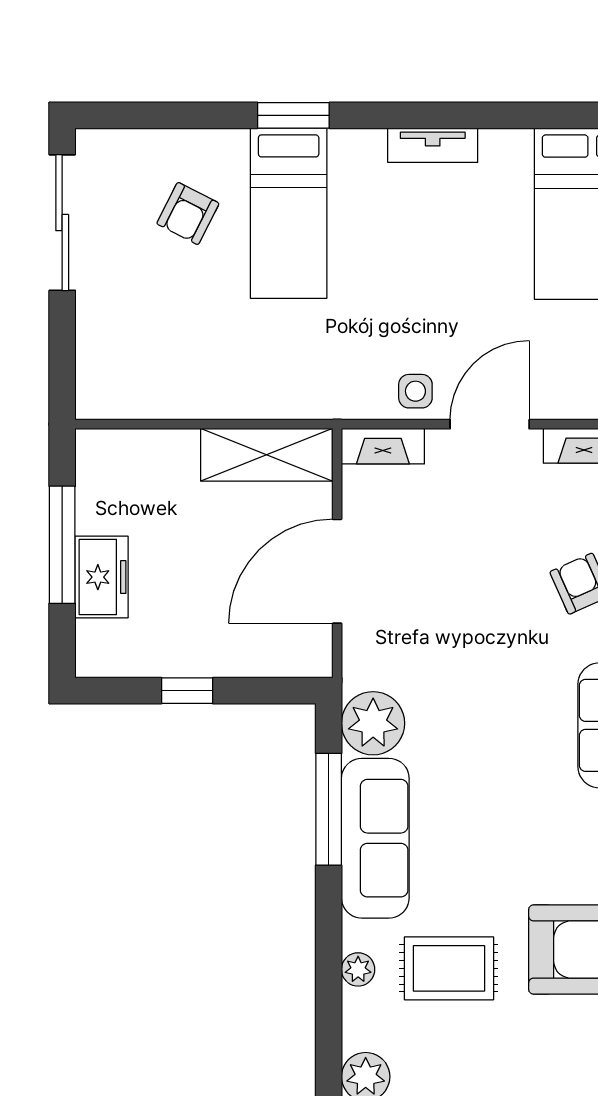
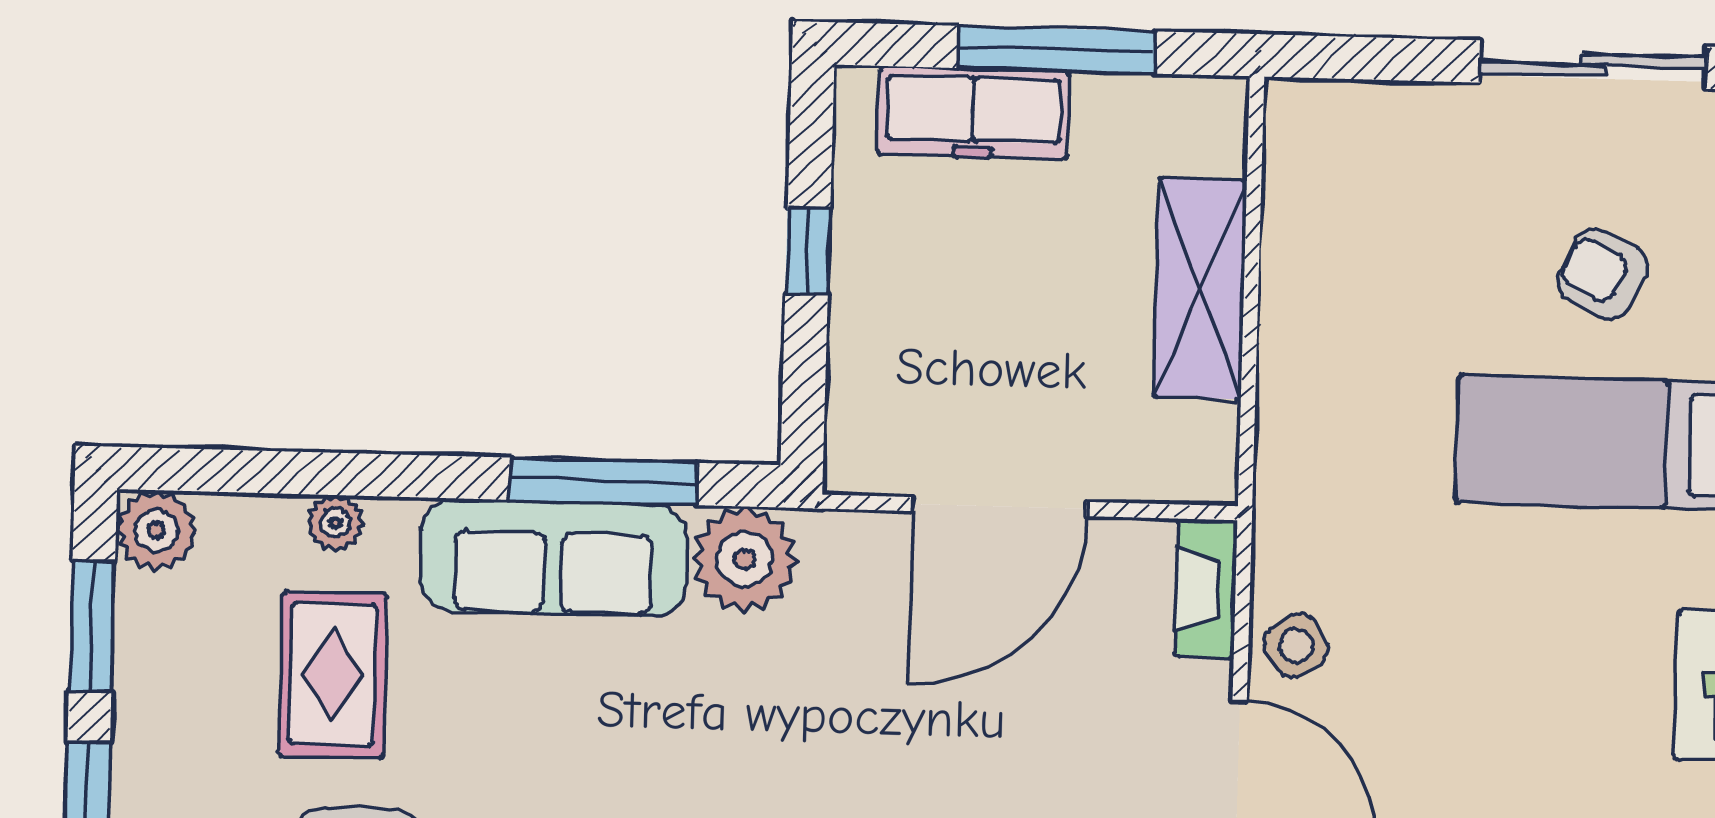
side table: (415, 391) -> (1296, 645), turned -32
shelving: (267, 455) -> (1200, 288), moved
door: (337, 571) -> (1000, 507), swing flipped
freezer: (101, 577) -> (974, 113), width x1.40

